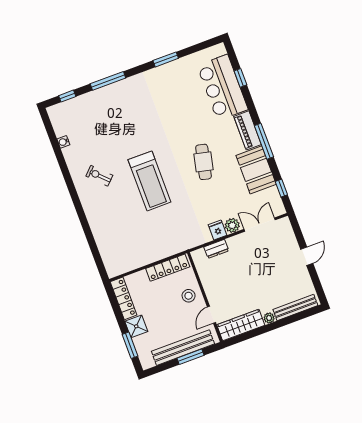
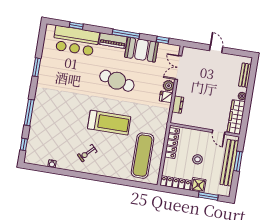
cafe table: (204, 162) -> (117, 81), width x1.37, depth x1.35
exercise mat: (133, 242) -> (143, 156), added
stool: (189, 296) -> (197, 159), moved
bench: (295, 307) -> (245, 75), width x0.73

